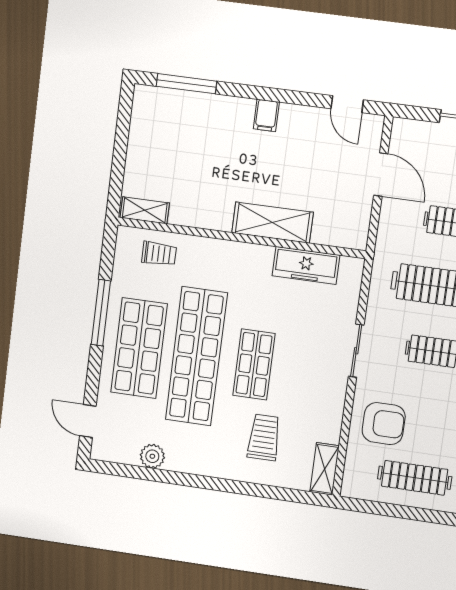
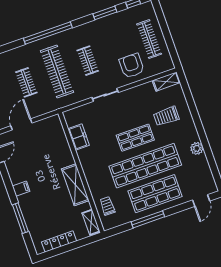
window: (186, 84) -> (20, 218), moved
locker: (139, 136) -> (59, 241), added
shelving: (272, 223) -> (75, 185), moved
freezer: (306, 265) -> (79, 137), width x0.71
plant: (152, 456) -> (197, 148), moved

